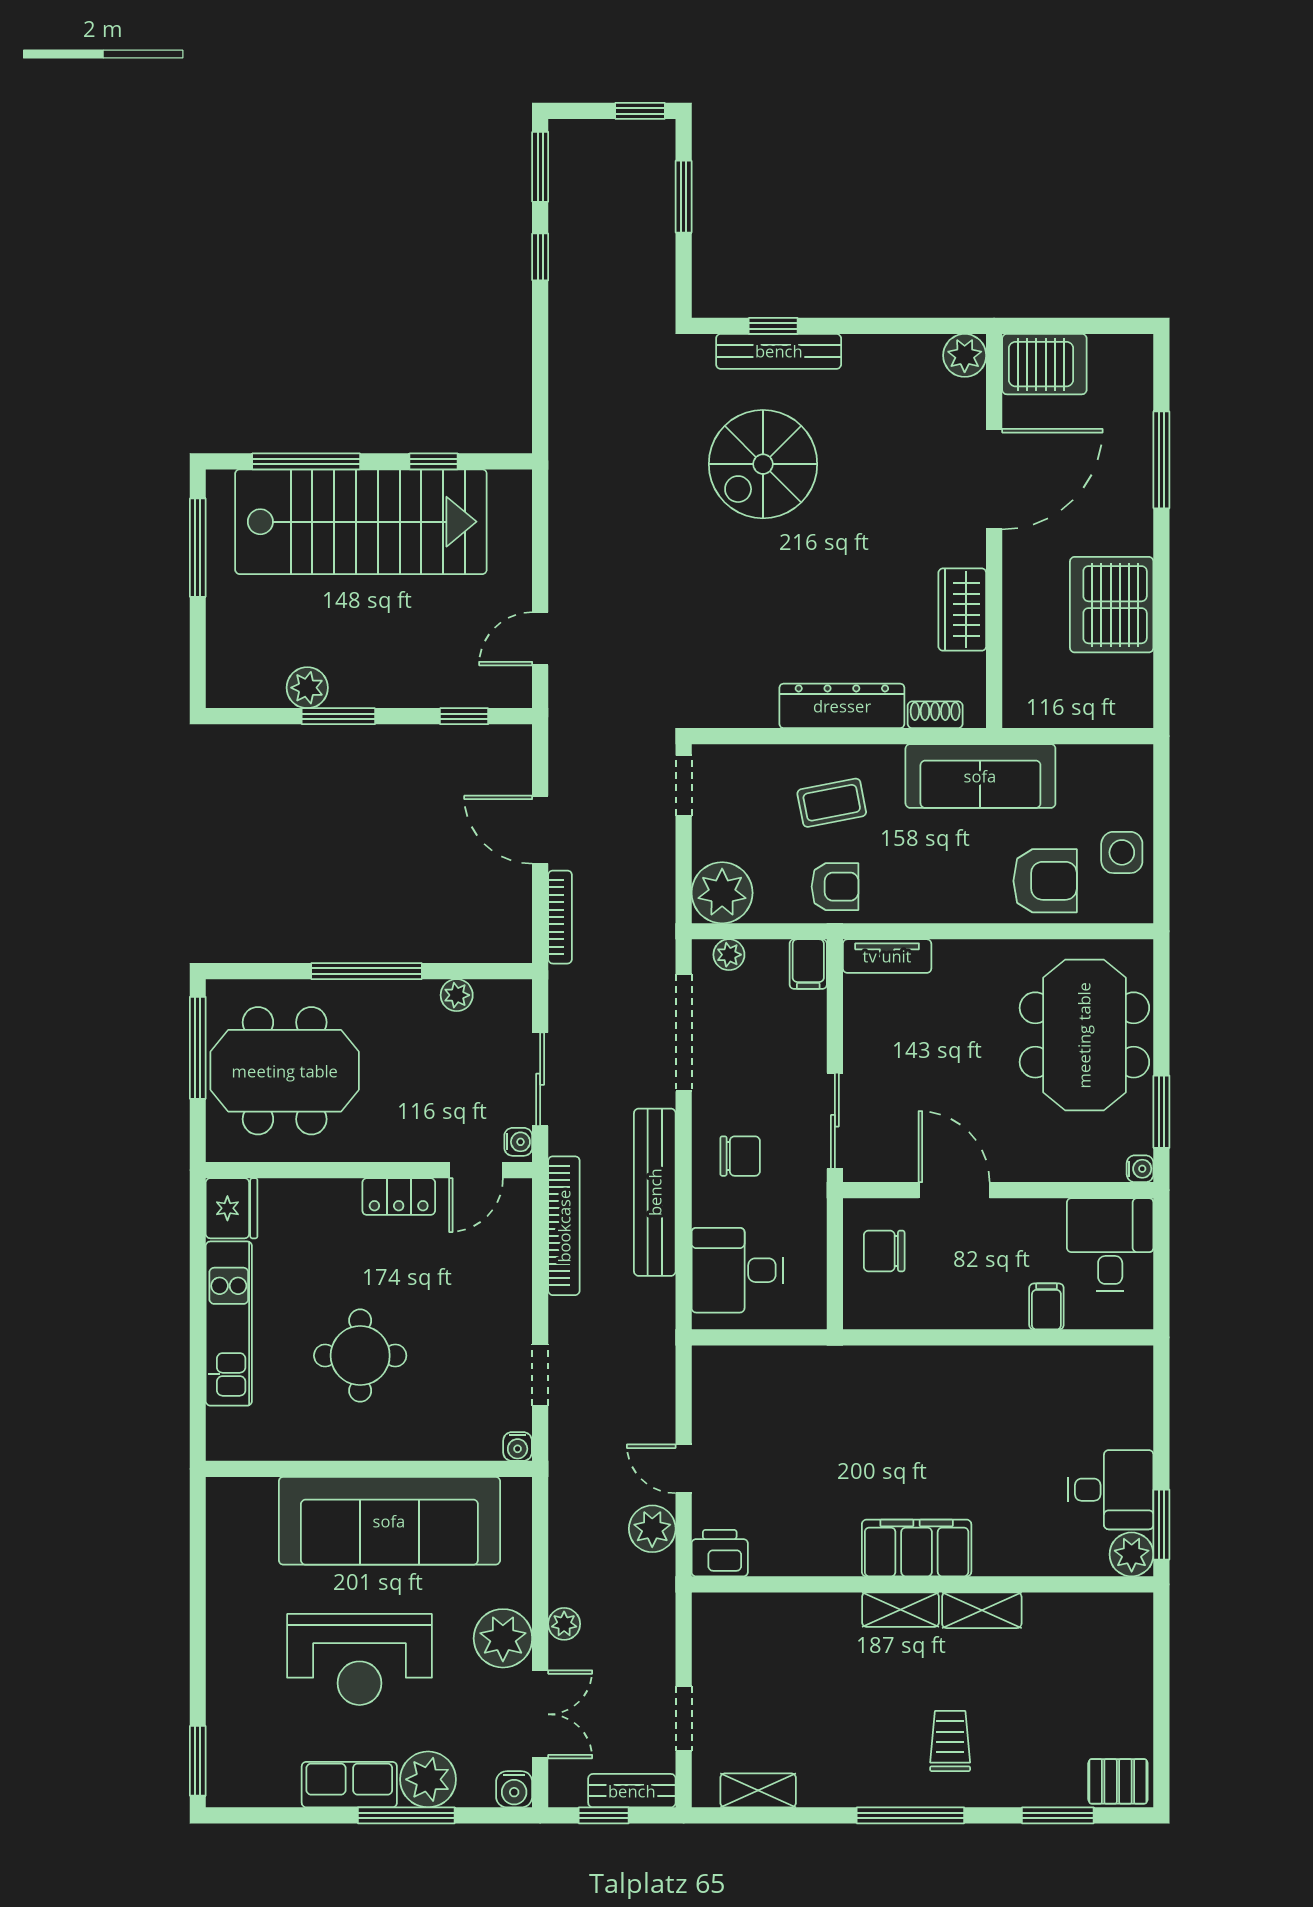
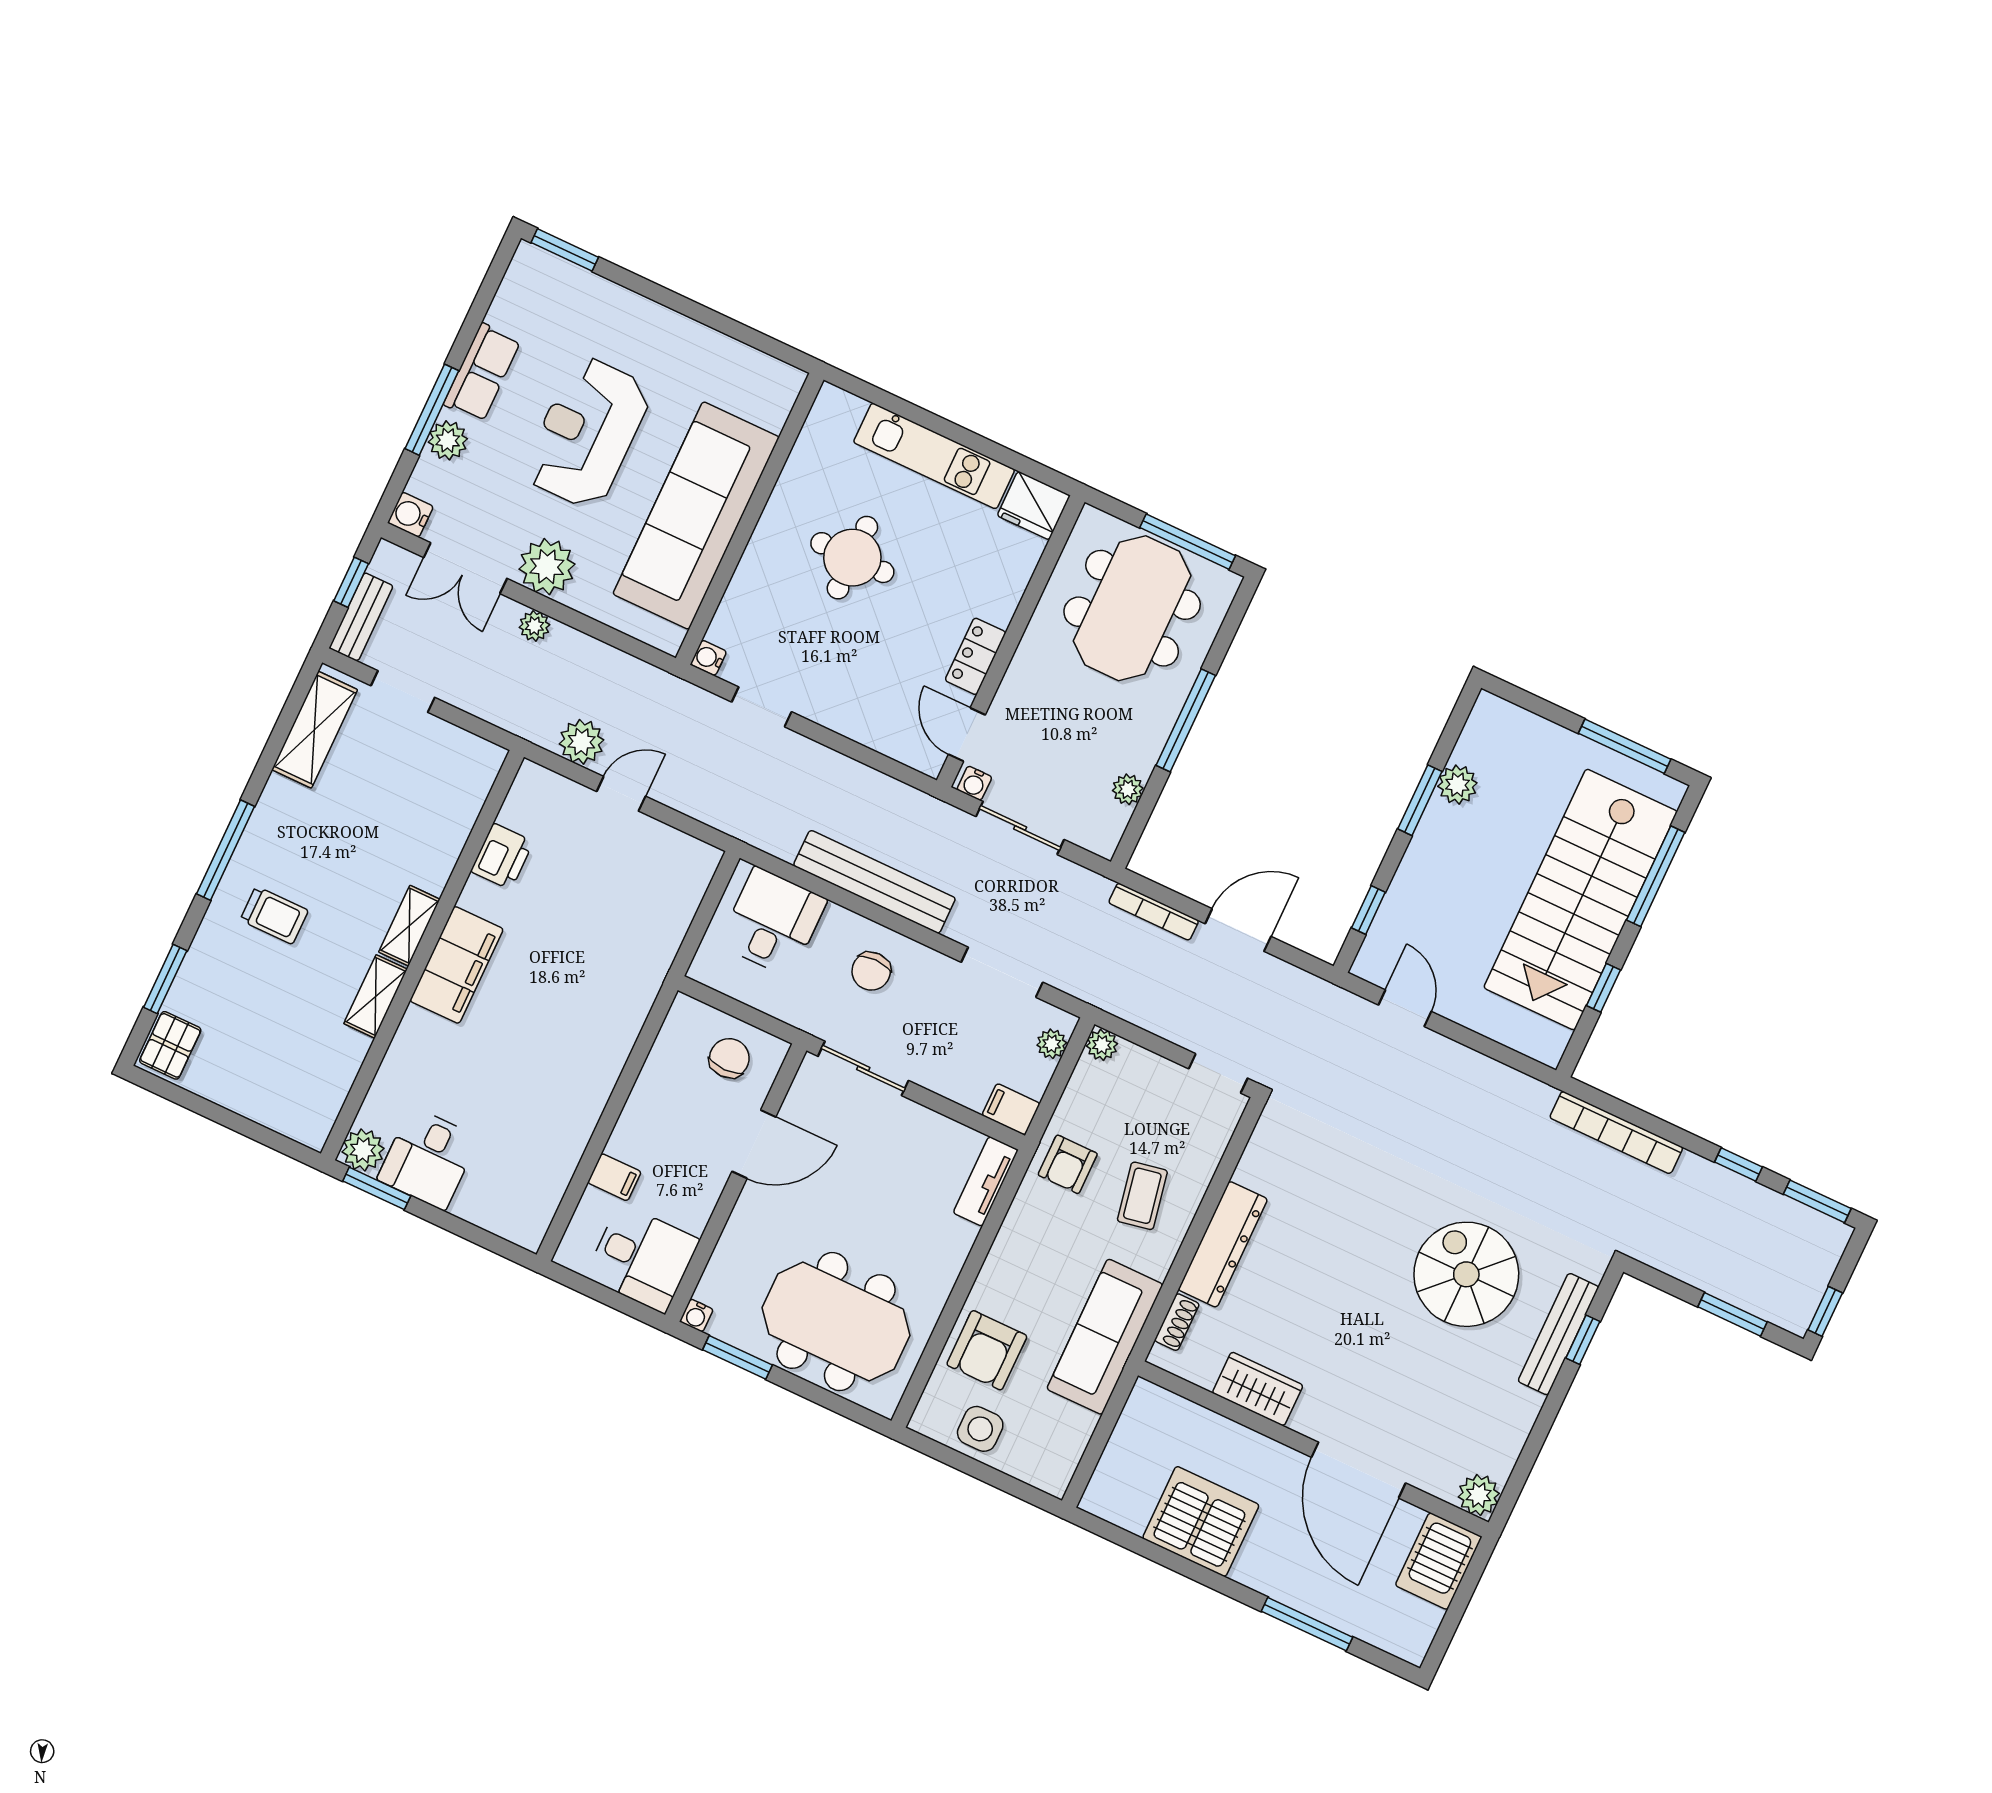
plant: (722, 893) -> (1102, 1045), width x0.53, depth x0.53
doorway: (684, 1033) -> (1002, 972), width x0.73
bookcase: (564, 1226) -> (1616, 1132), moved
printer: (720, 1553) -> (502, 856), moved
plant: (428, 1779) -> (448, 440), width x0.73, depth x0.73
shelving: (758, 1790) -> (315, 730), width x1.50, depth x1.33

